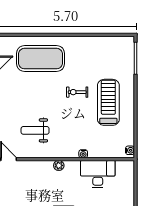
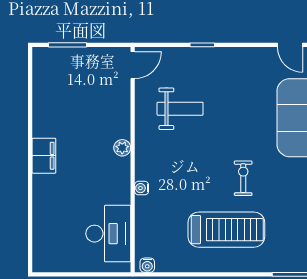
weight bench: (35, 130) -> (180, 109), turned 90
desk: (98, 174) -> (108, 234), moved

